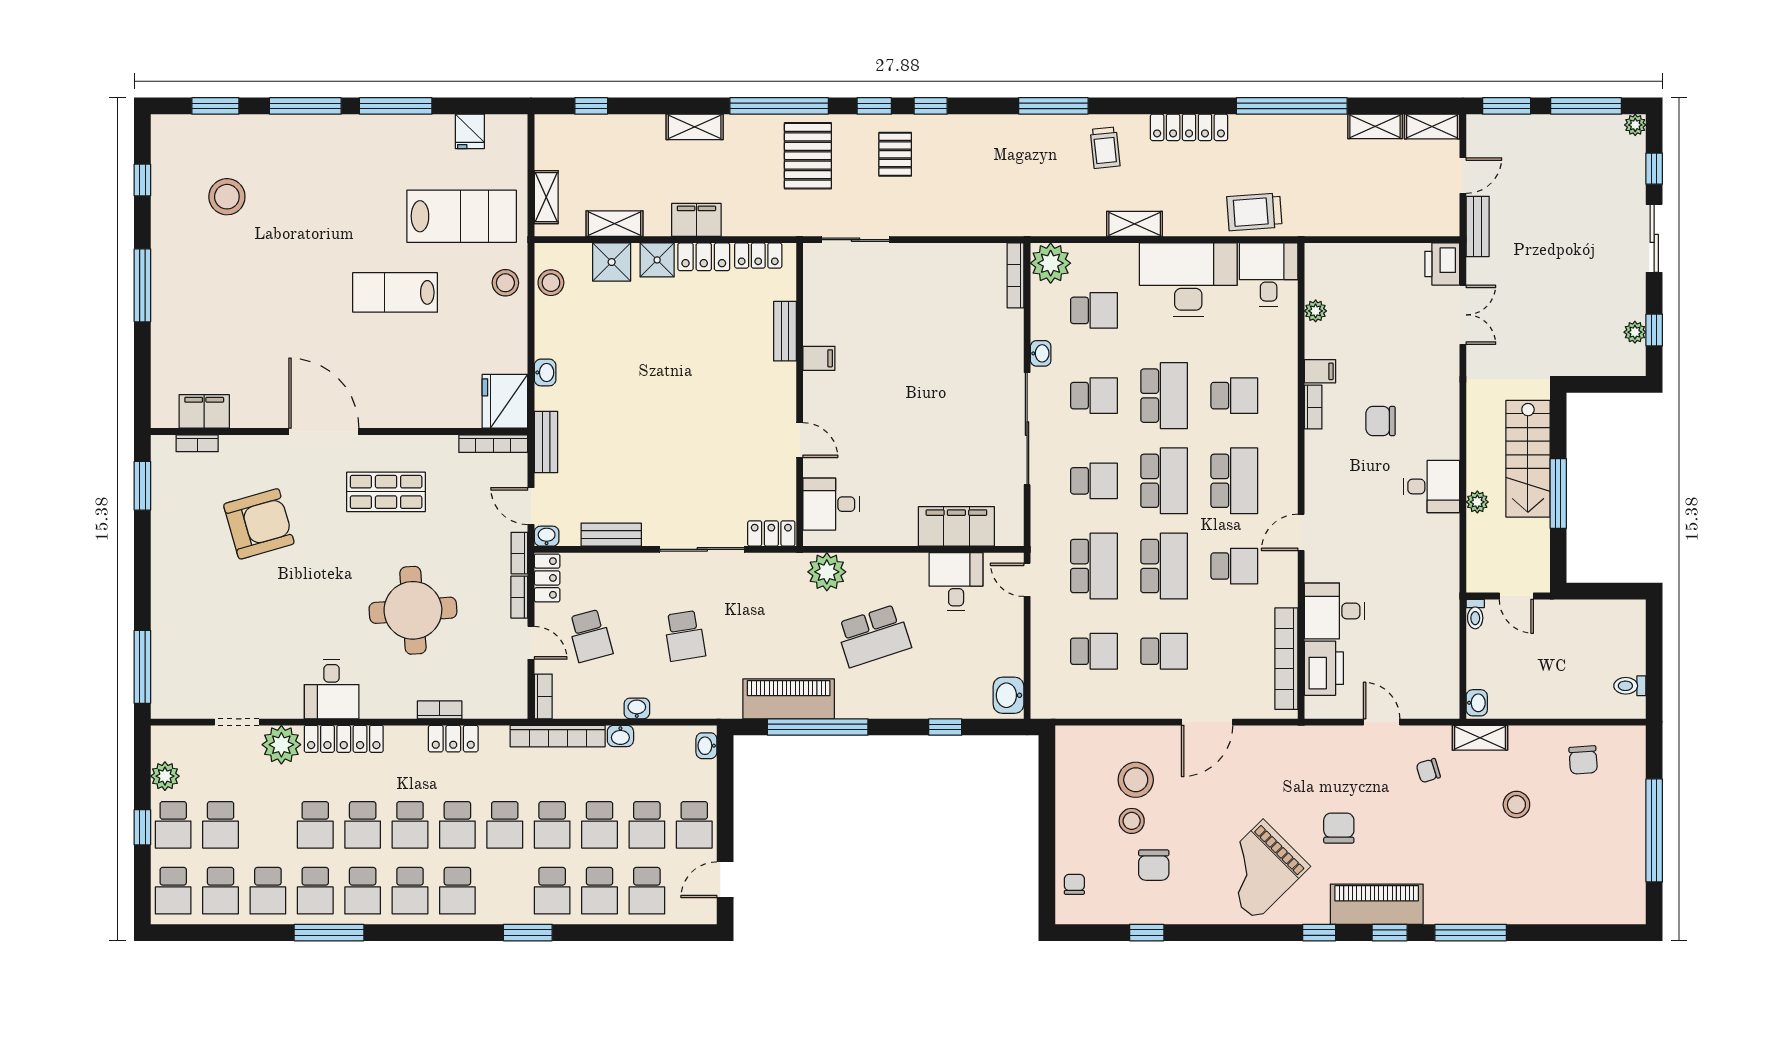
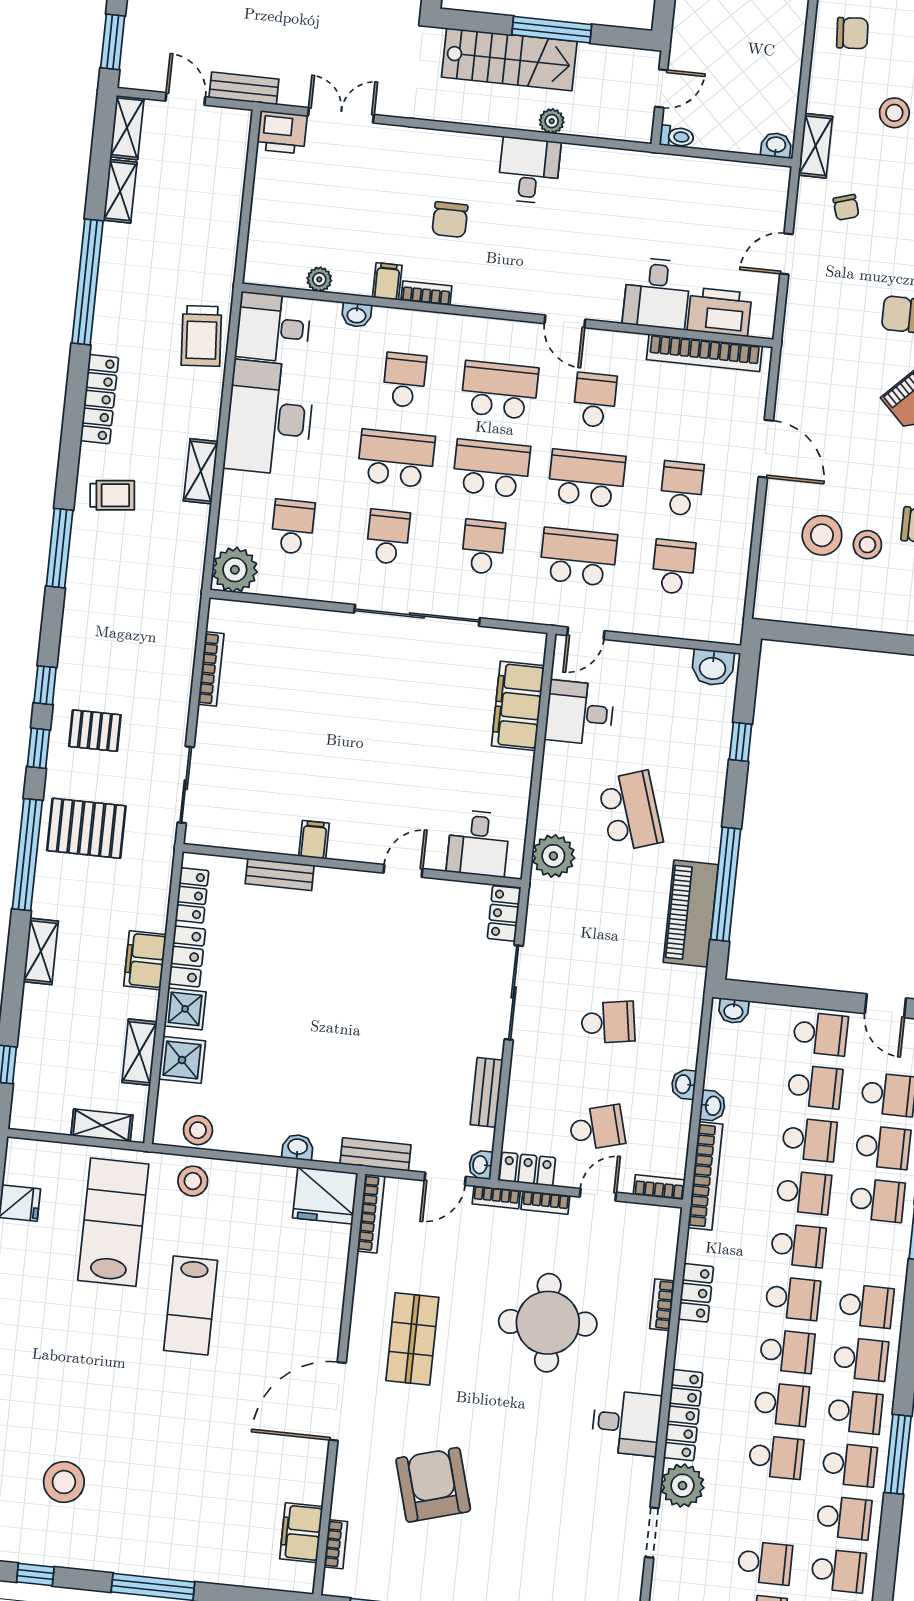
bookcase: (1015, 275) -> (211, 669), moved, turned -90
washbasin: (1041, 353) -> (357, 315), moved, turned 180

